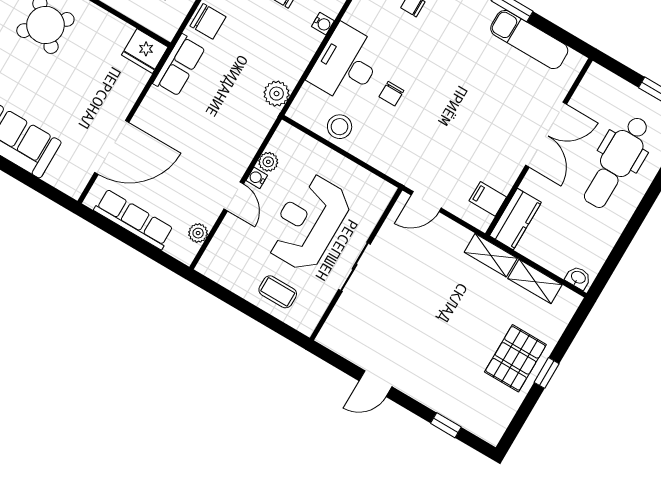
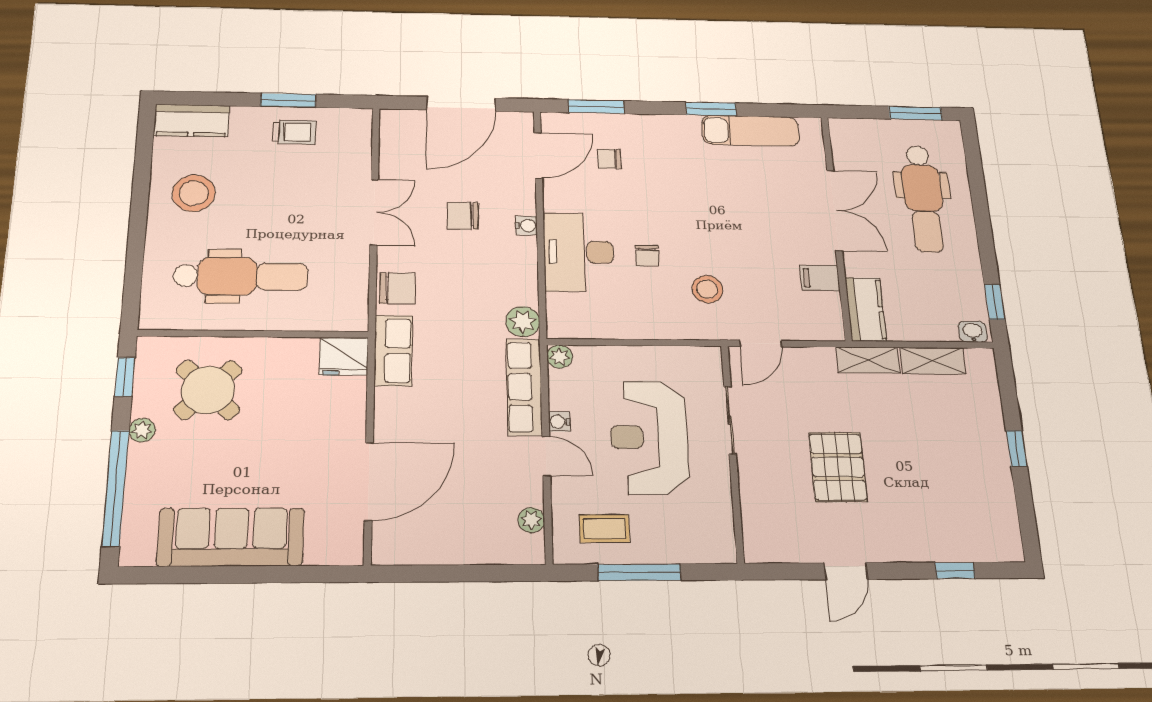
stool: (340, 127) -> (707, 289), moved
plant: (268, 162) -> (560, 357), moved
filing cabinet: (488, 199) -> (820, 278), moved
row of seats: (134, 219) -> (524, 387), moved, turned -90
window: (610, 266) -> (995, 302), added
sliding door: (355, 267) -> (730, 420), moved
coffee table: (278, 292) -> (604, 529), moved
window: (245, 307) -> (639, 572), added
pallet: (515, 358) -> (838, 467), moved

